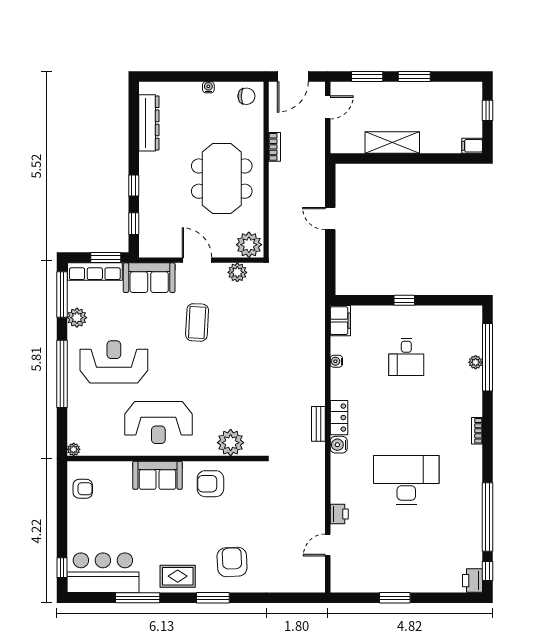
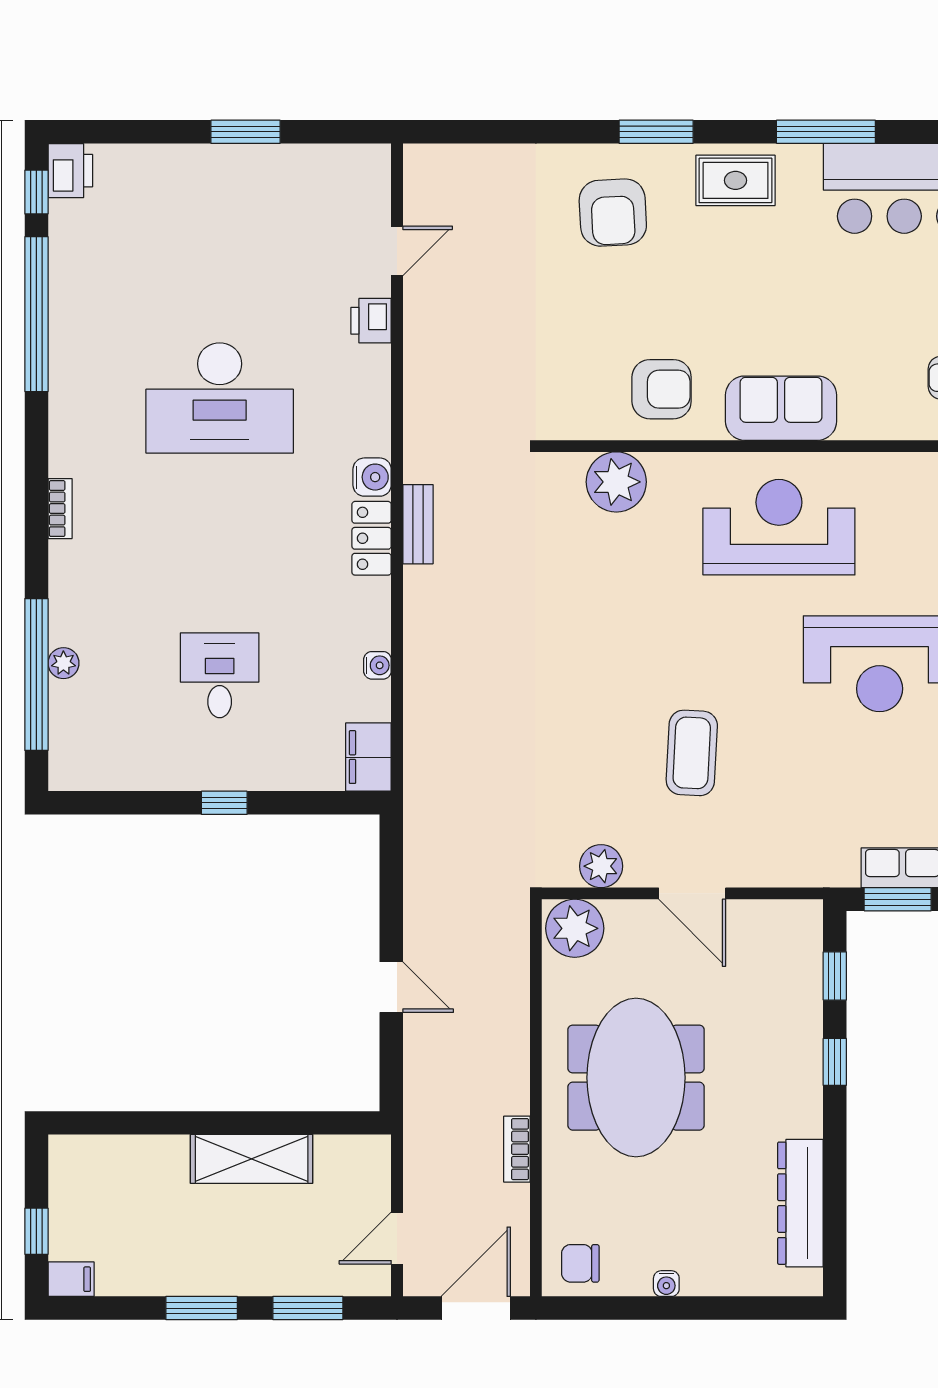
filing cabinet: (472, 146) -> (71, 1279), moved
sofa: (149, 278) -> (800, 854), removed

